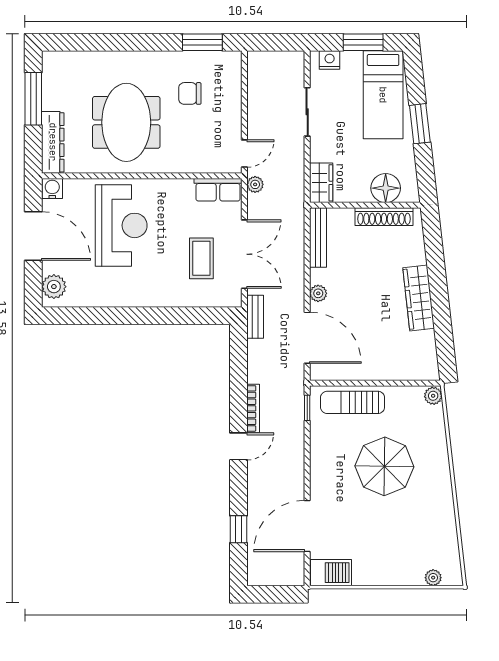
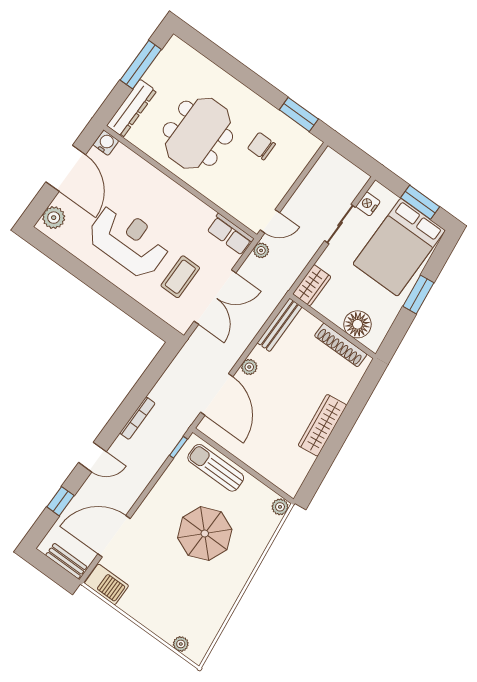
nightstand: (330, 60) -> (368, 204), moved, turned -90
bed: (383, 95) -> (399, 247), width x1.50
reception desk: (121, 225) -> (129, 241), moved, turned -90
bench: (255, 317) -> (66, 561), moved, turned 90
door: (239, 446) -> (92, 457), moved

